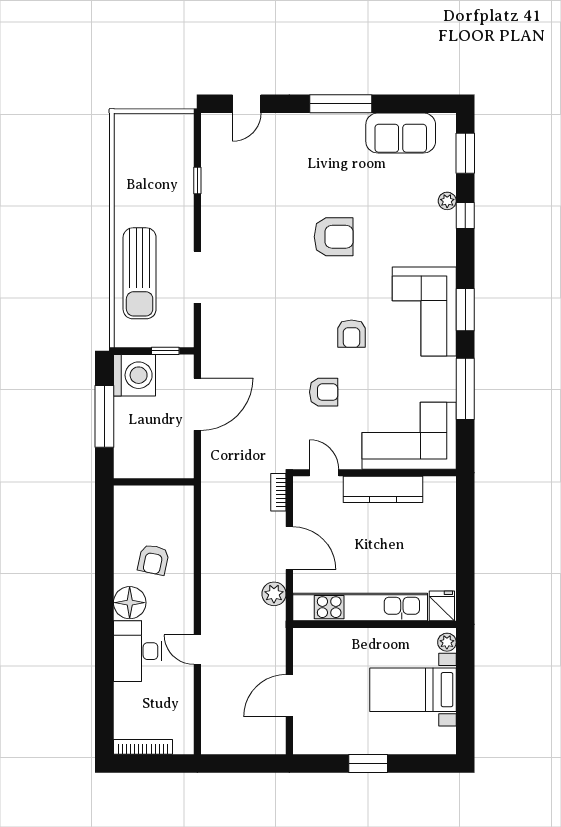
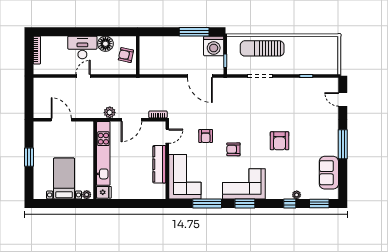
wall: (154, 482) -> (138, 55), moved

